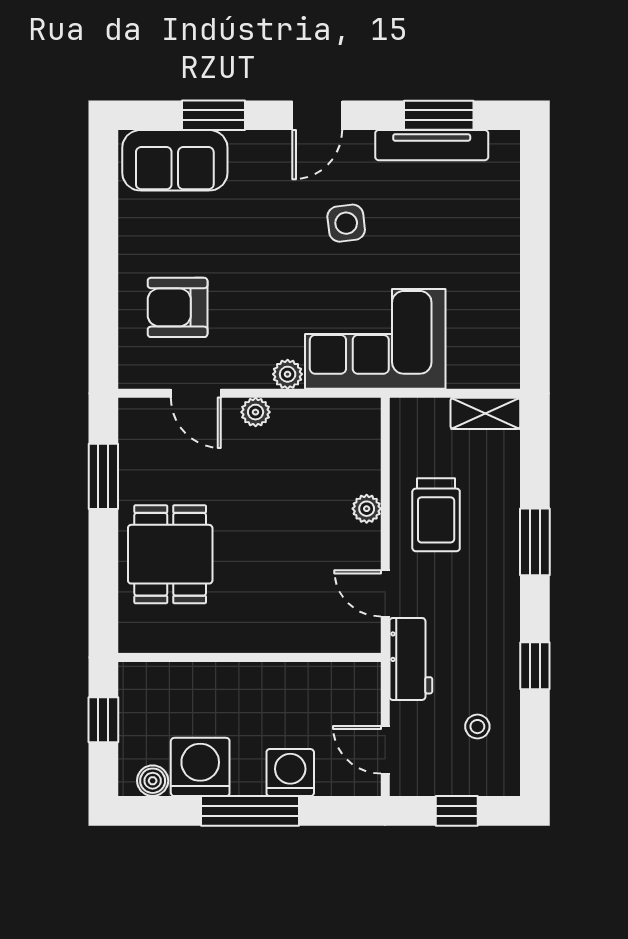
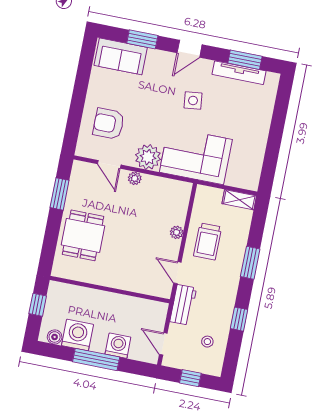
plant: (288, 374) -> (148, 157), width x1.88, depth x1.88

